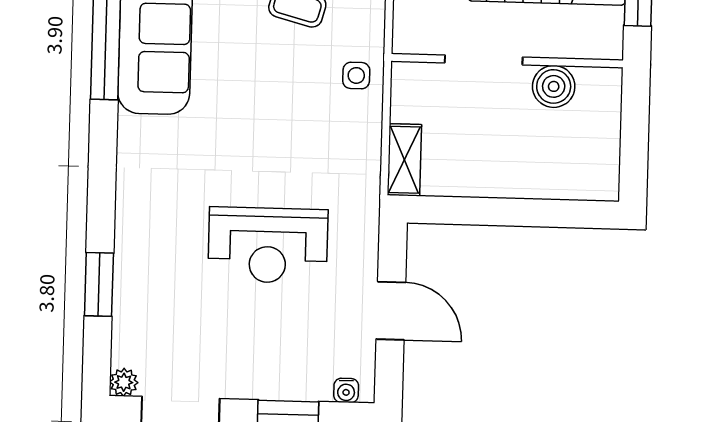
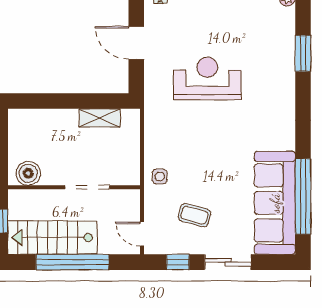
boiler: (554, 86) -> (28, 173), moved
shelving: (404, 160) -> (100, 118), moved, turned 90

